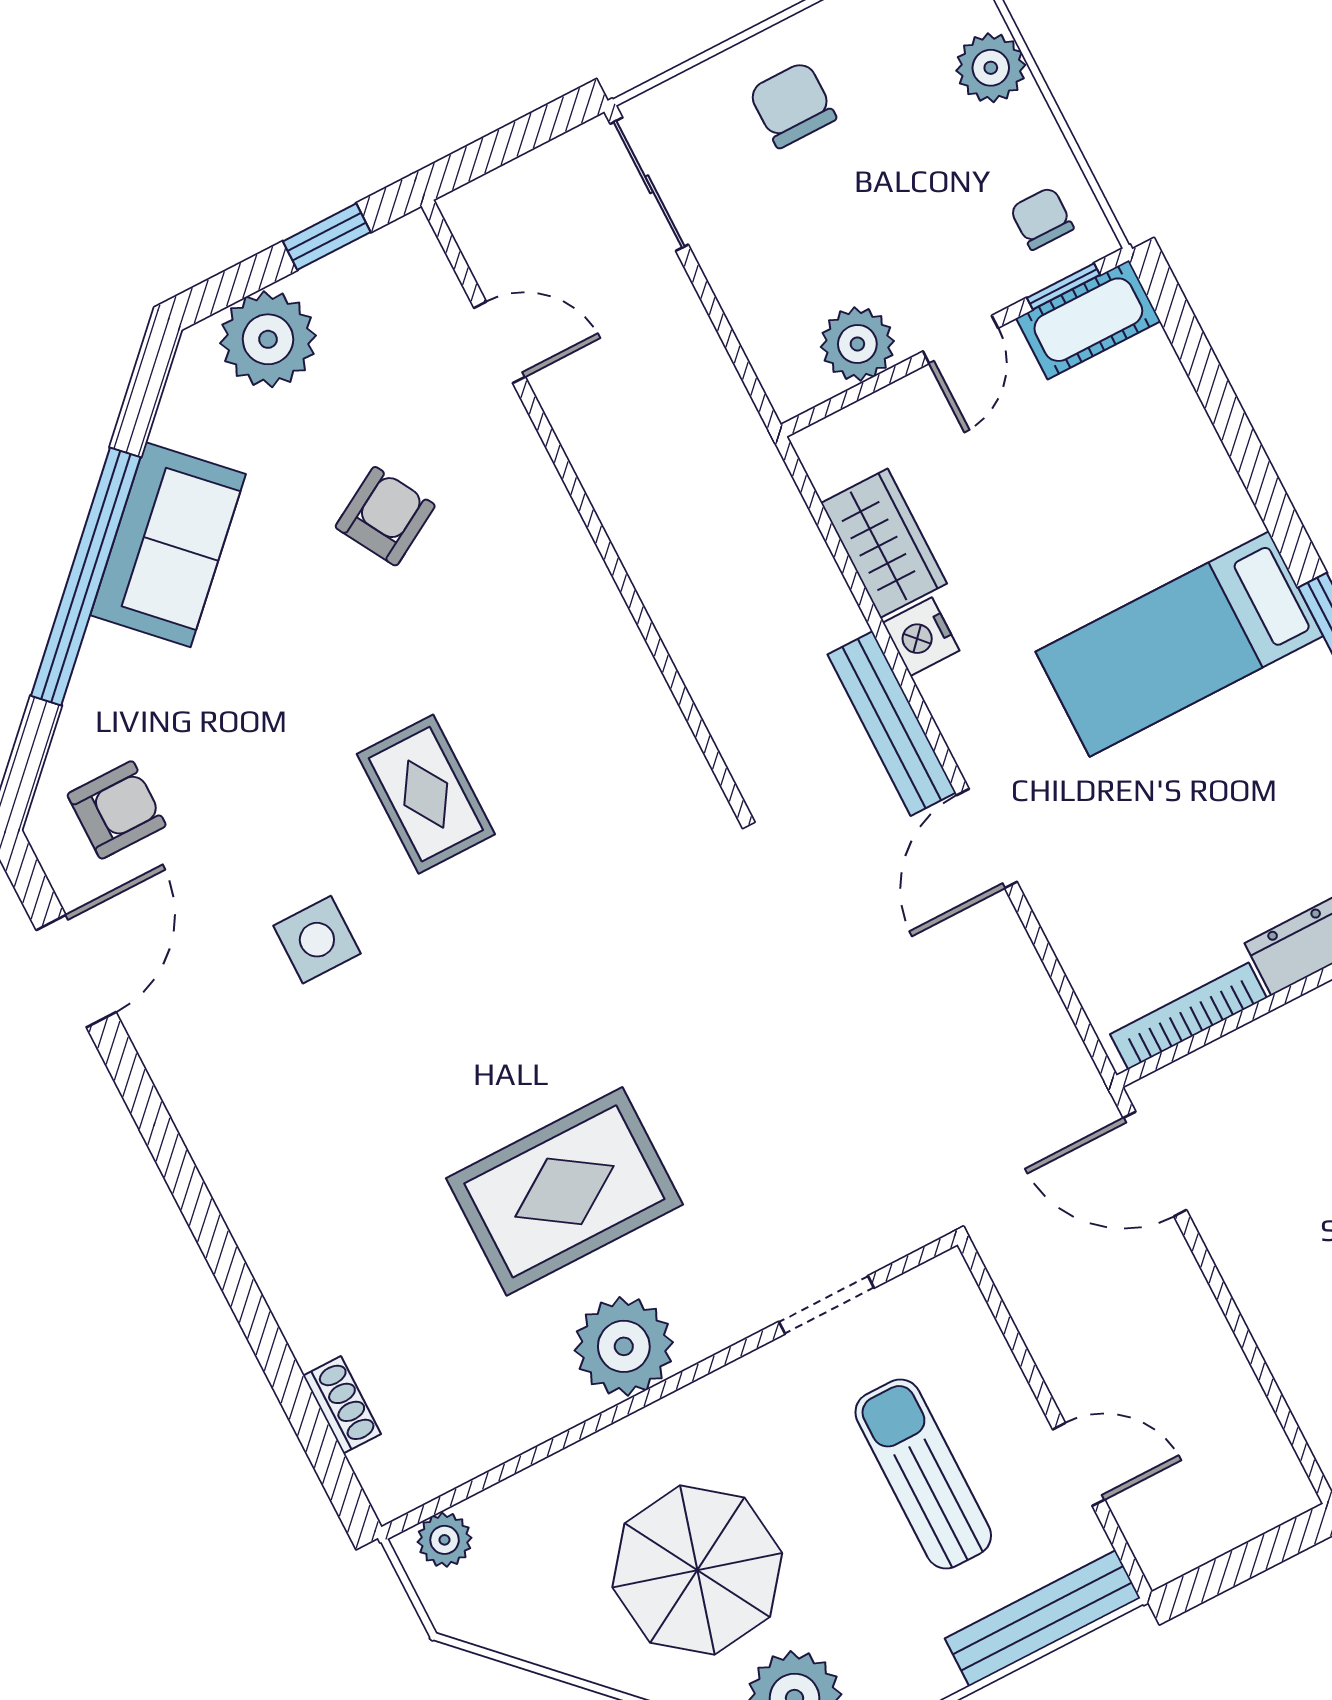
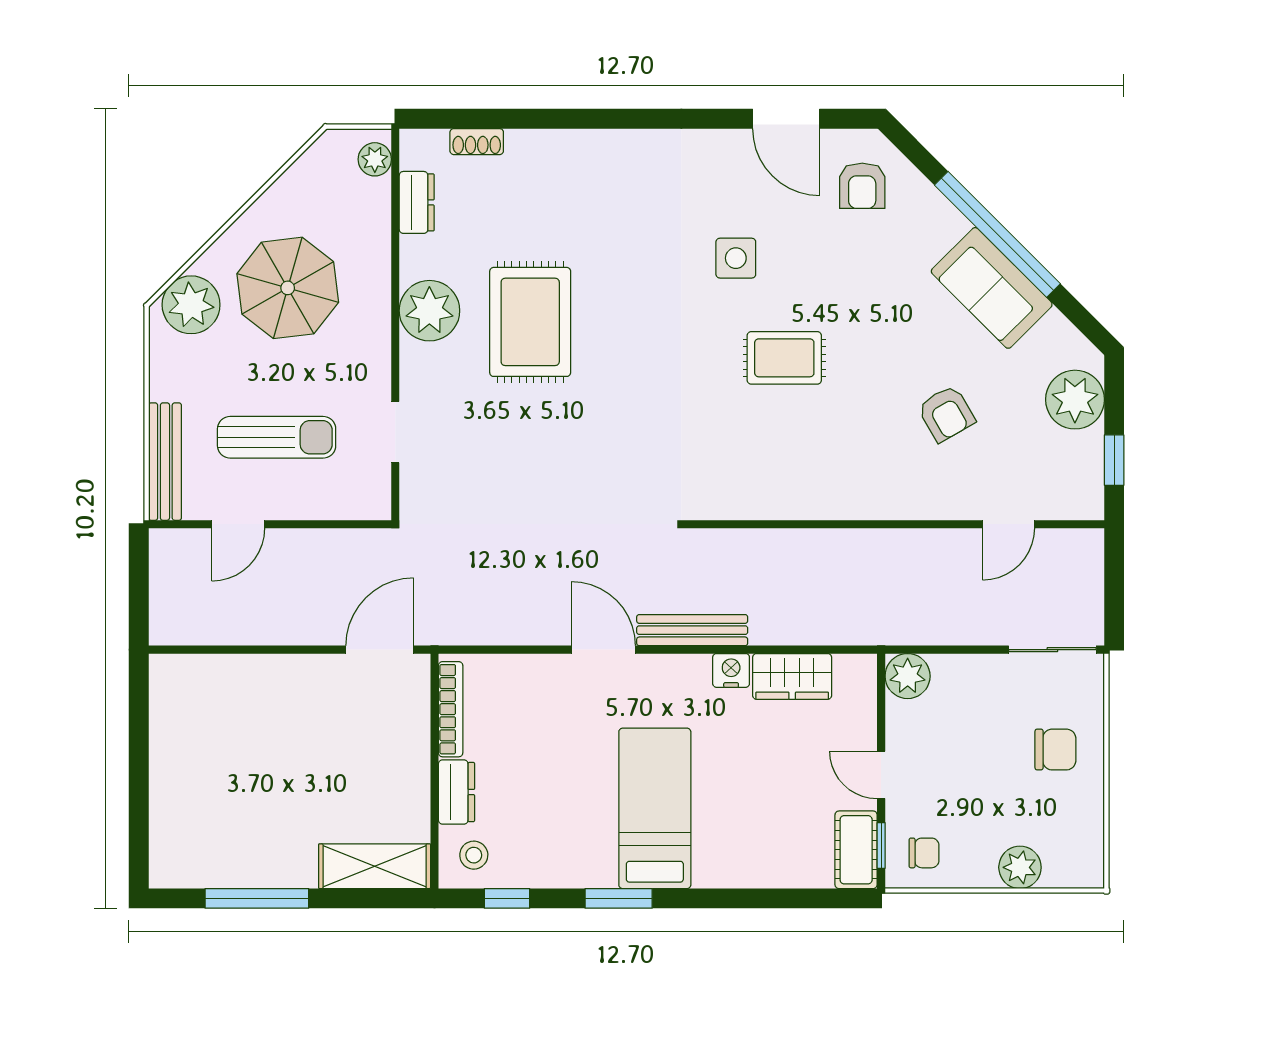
plant: (857, 344) -> (908, 676), moved
dresser: (476, 1446) -> (417, 202), added

